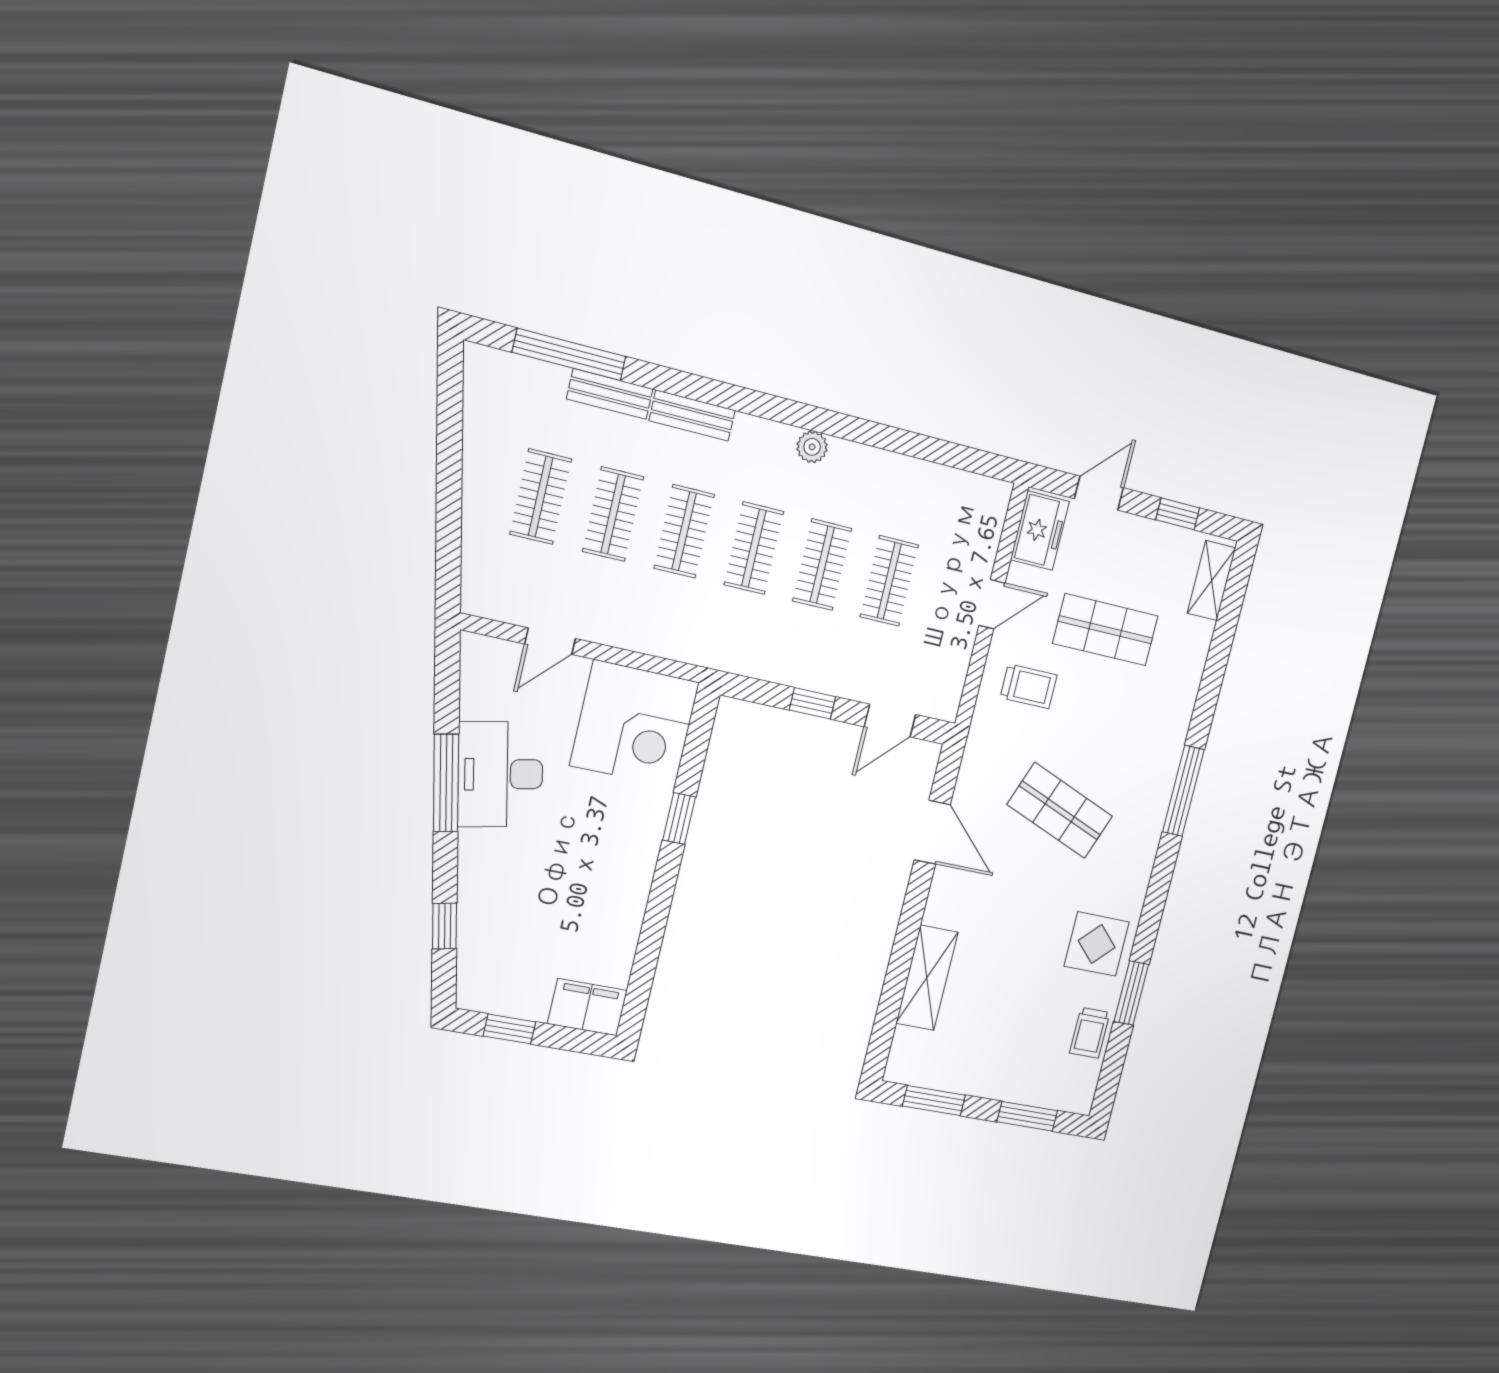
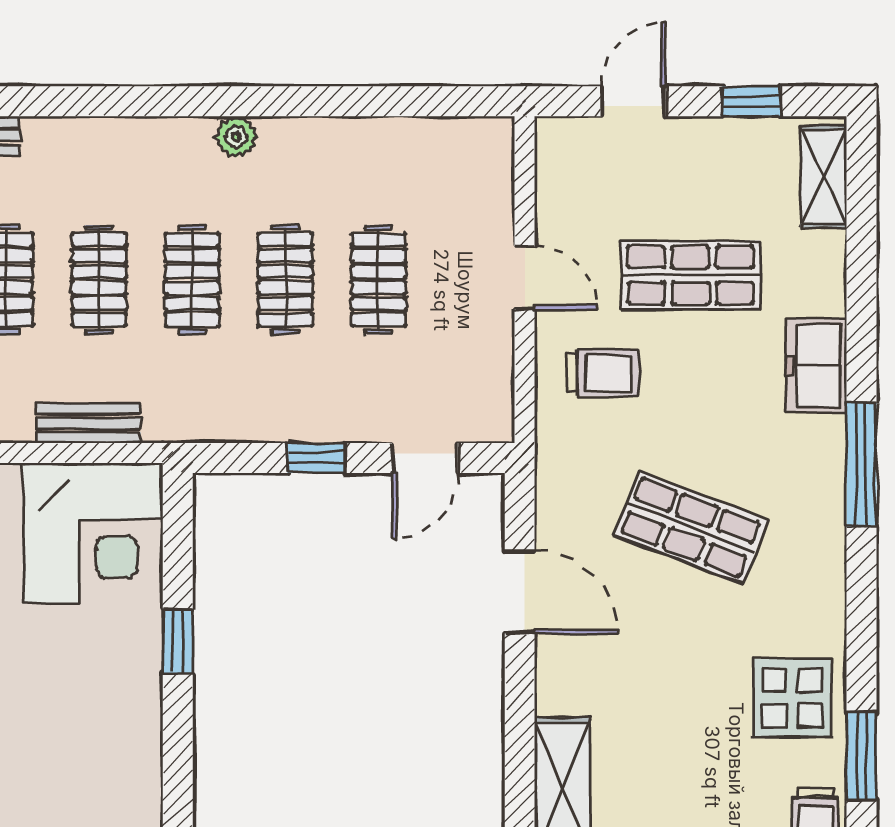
bench: (692, 415) -> (89, 423), moved
freezer: (1040, 531) -> (816, 366), moved, turned 180
door: (992, 604) -> (525, 278), hinge flipped

